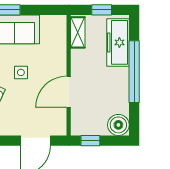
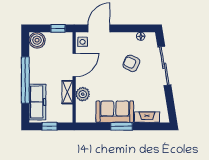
shelving: (78, 32) -> (67, 92), moved
plant: (57, 53) -> (83, 94), added
side table: (21, 72) -> (83, 42), moved

